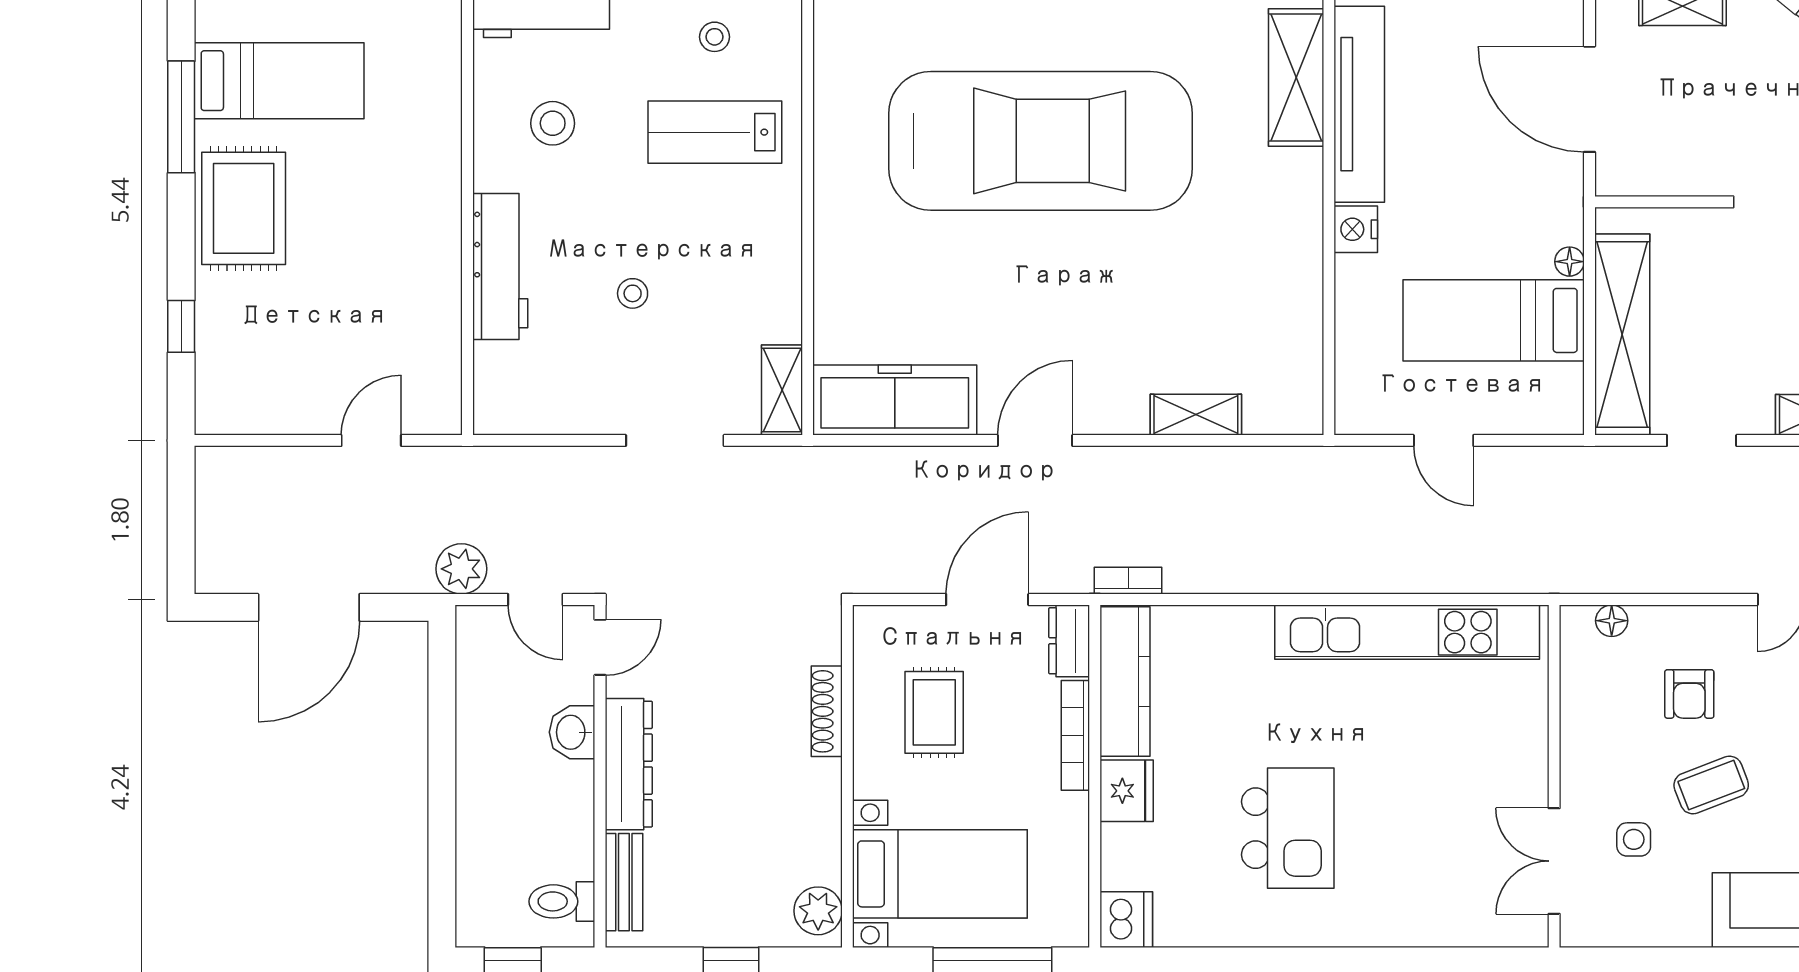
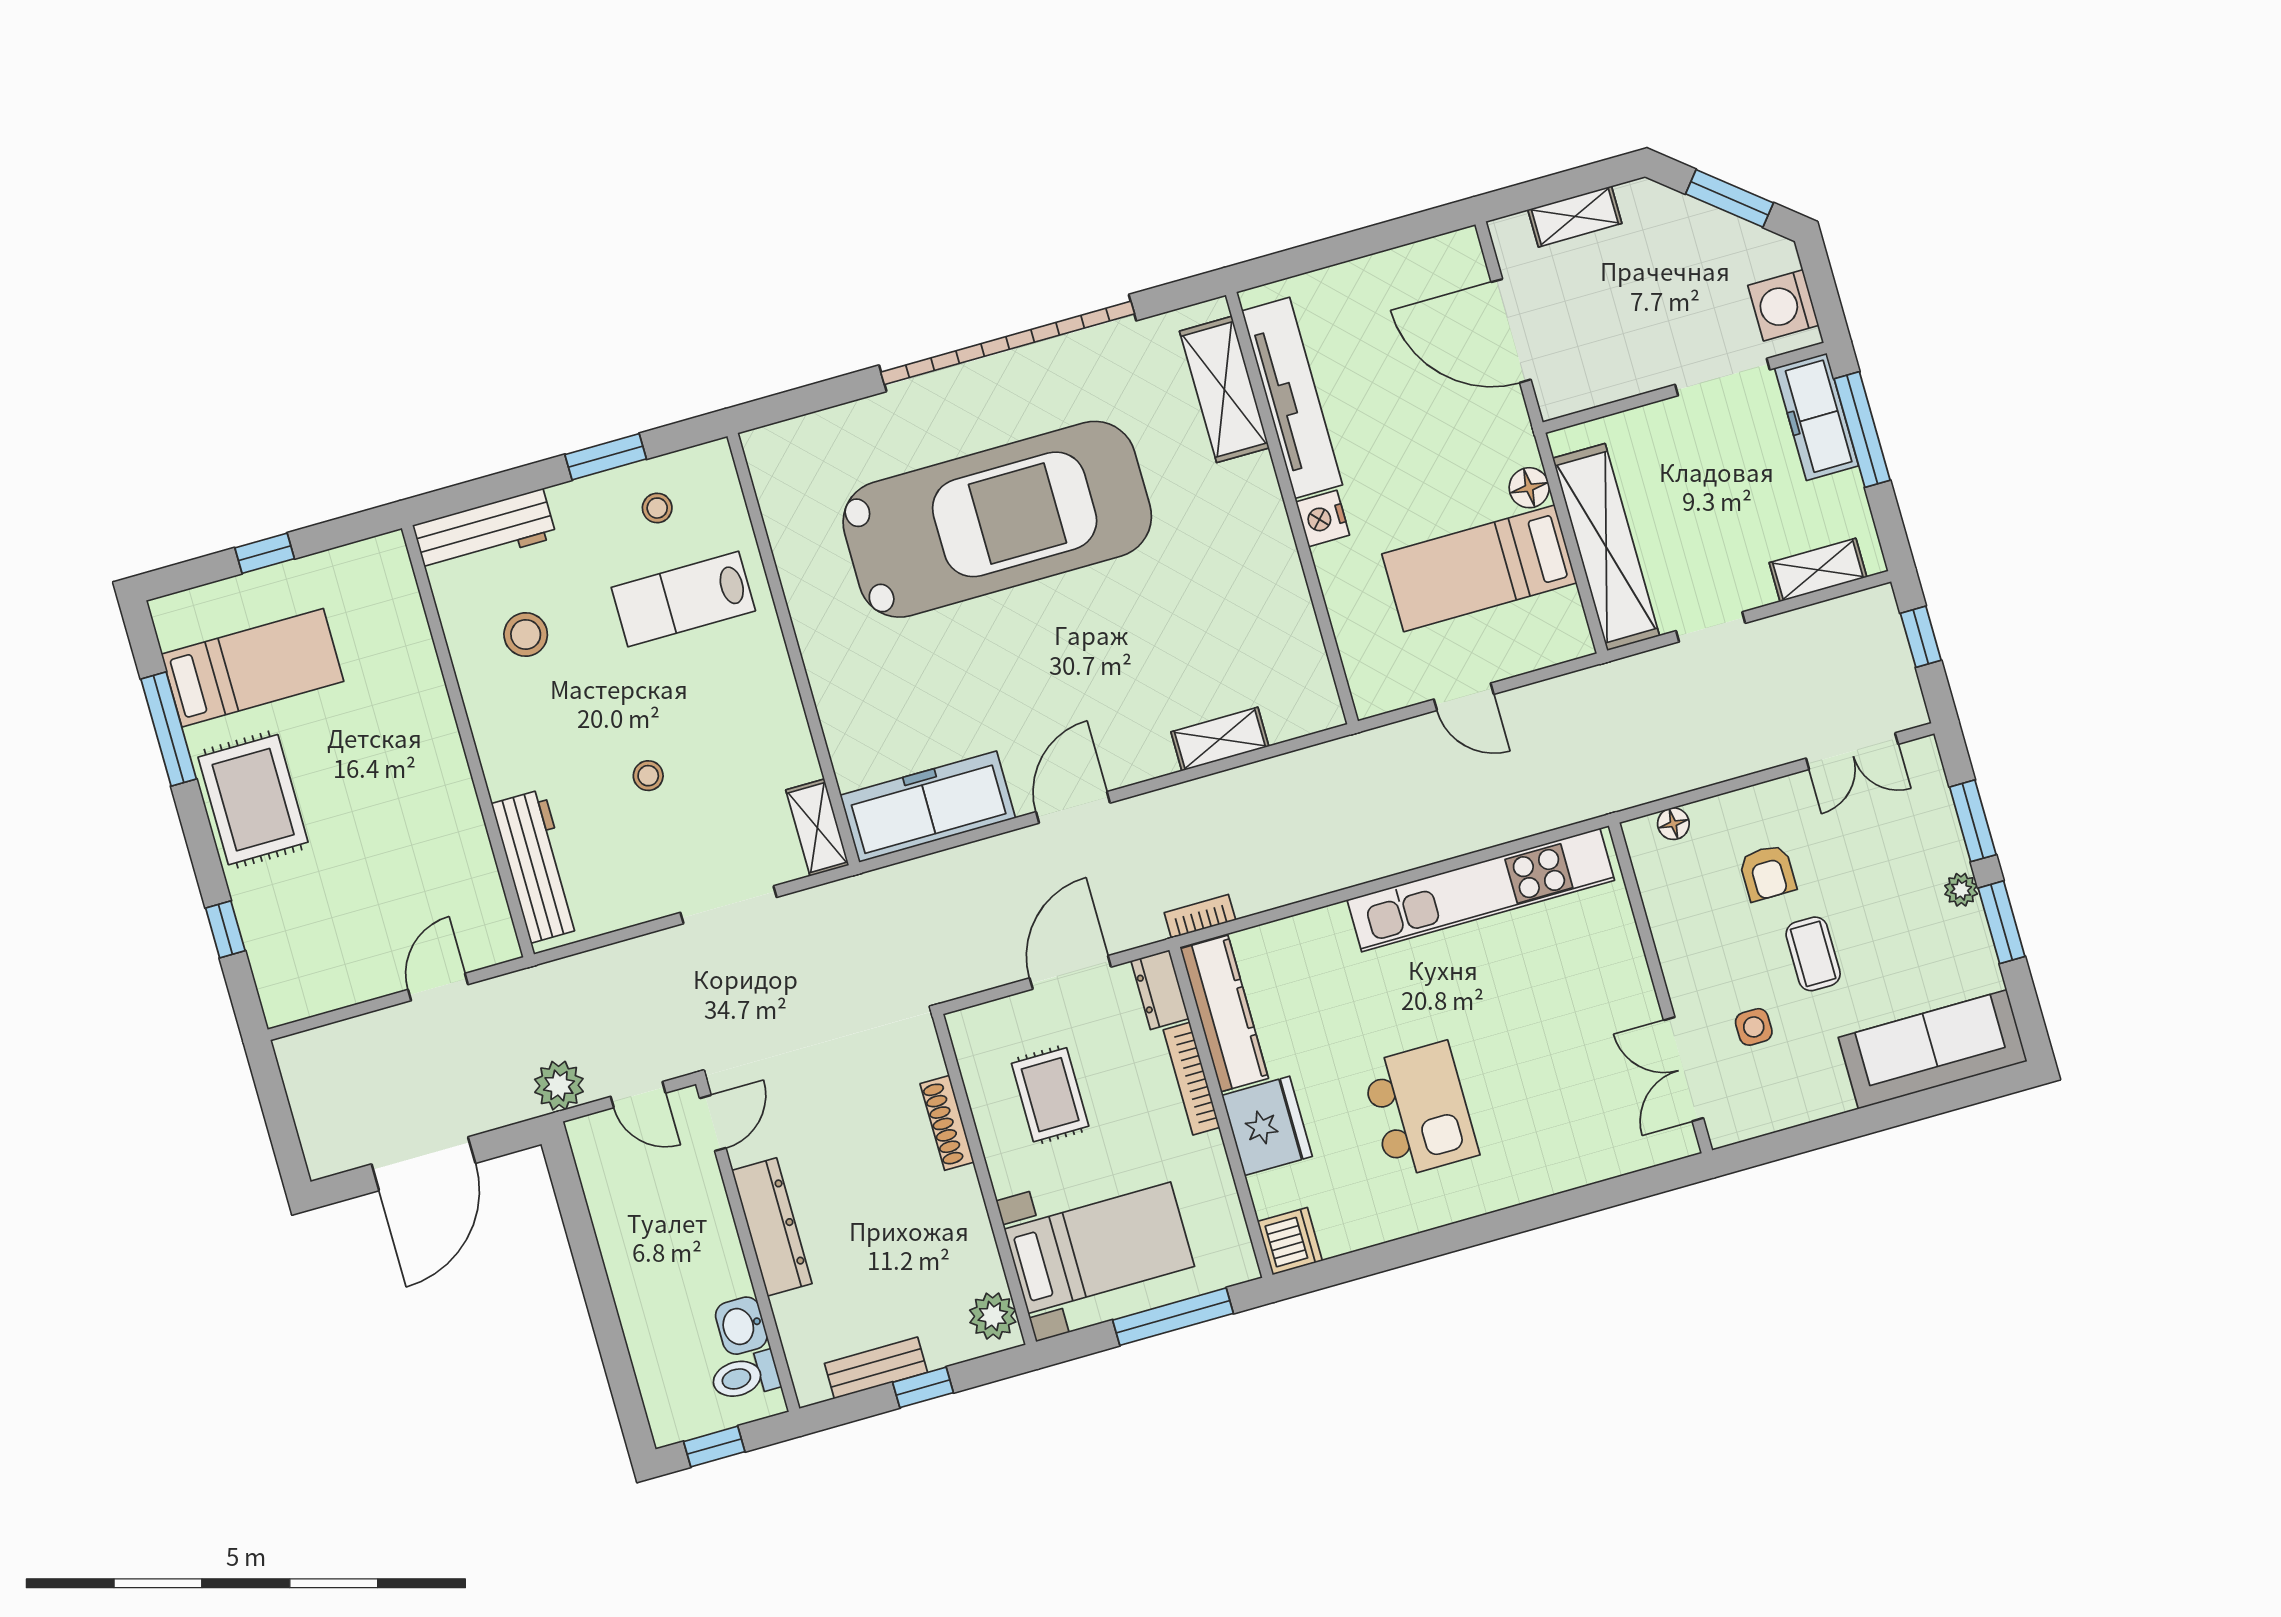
floor lamp: (1570, 262) -> (1529, 488), width x1.37, depth x1.37
workbench: (500, 266) -> (537, 866), moved
washbasin: (572, 732) -> (741, 1326), moved
coffee table: (1711, 785) -> (1813, 954), turned -69
fridge: (1127, 791) -> (1267, 1126), width x1.36, depth x1.34
bench: (624, 882) -> (876, 1368), moved, turned 90

